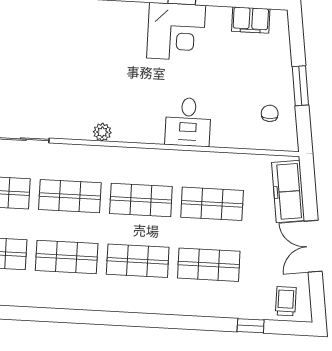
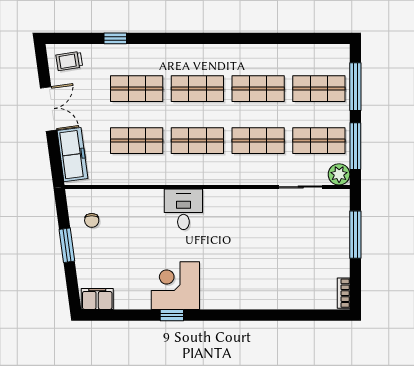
filing cabinet: (251, 20) -> (97, 299), moved
desk: (188, 122) -> (183, 209), moved
plant: (102, 132) -> (234, 197), removed
trolley: (286, 301) -> (69, 61), turned 81
window: (251, 326) -> (115, 38), moved

